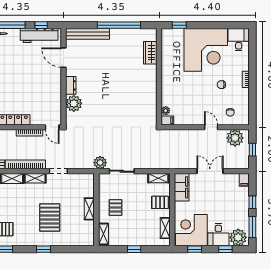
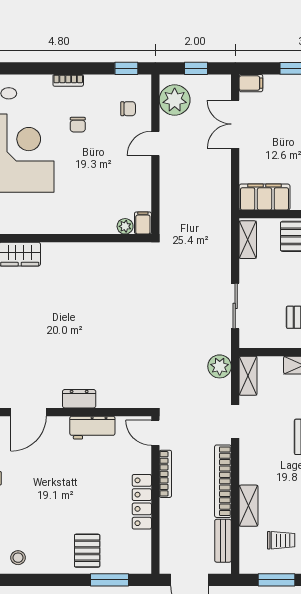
workbench: (55, 93) -> (92, 428), added
plant: (74, 103) -> (112, 393), removed
window: (252, 111) -> (126, 68), added
door: (52, 127) -> (155, 433), swing flipped
plant: (100, 163) -> (220, 366), moved
double door: (210, 171) -> (235, 124), moved
shelving: (35, 178) -> (248, 376), moved

